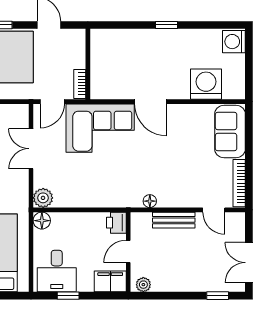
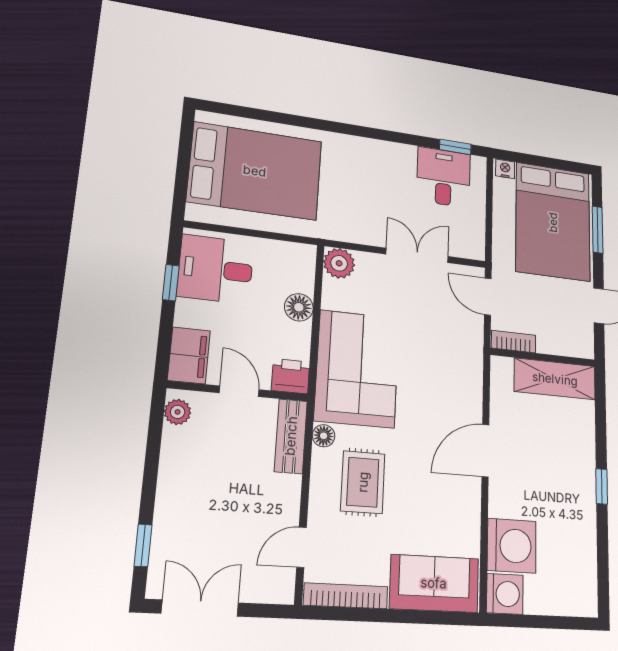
washing machine: (234, 42) -> (505, 594), moved, turned 90
shelving: (101, 56) -> (555, 379), added
corner sofa: (100, 128) -> (357, 369), moved, turned 180
rug: (175, 177) -> (363, 482), added
bench: (174, 220) -> (291, 436), moved
floor lamp: (42, 221) -> (299, 307), moved

